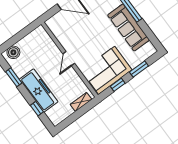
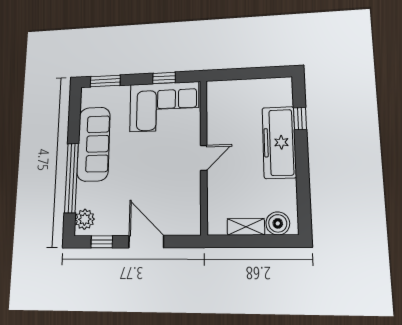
window: (139, 69) -> (105, 81), moved
window: (14, 77) -> (303, 186), removed
shelving: (81, 102) -> (246, 227), moved

